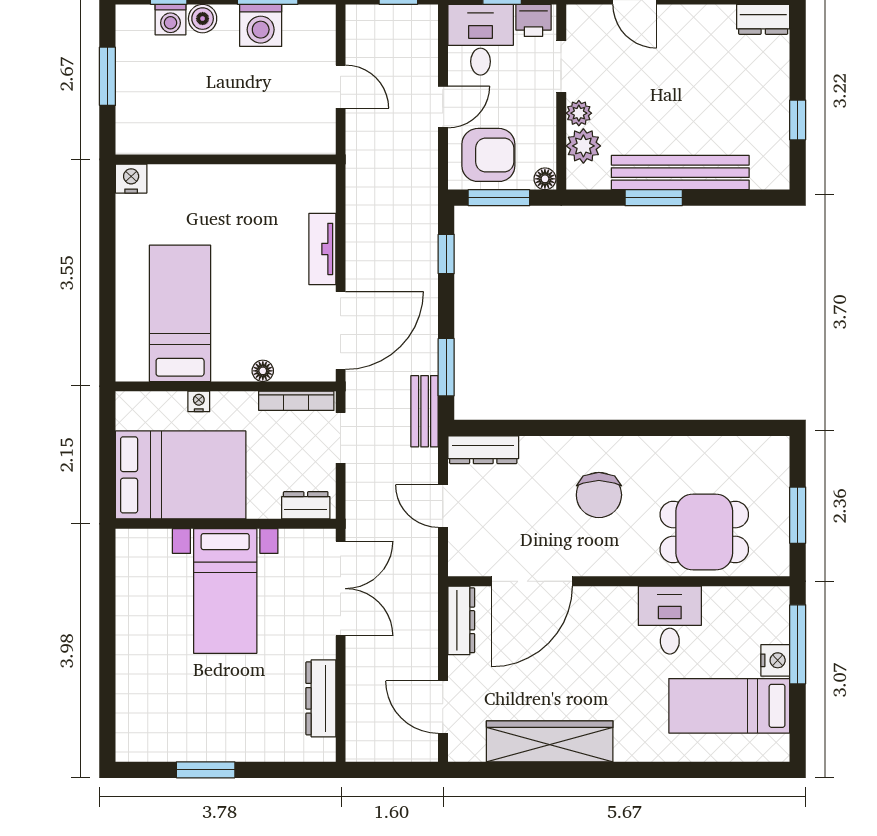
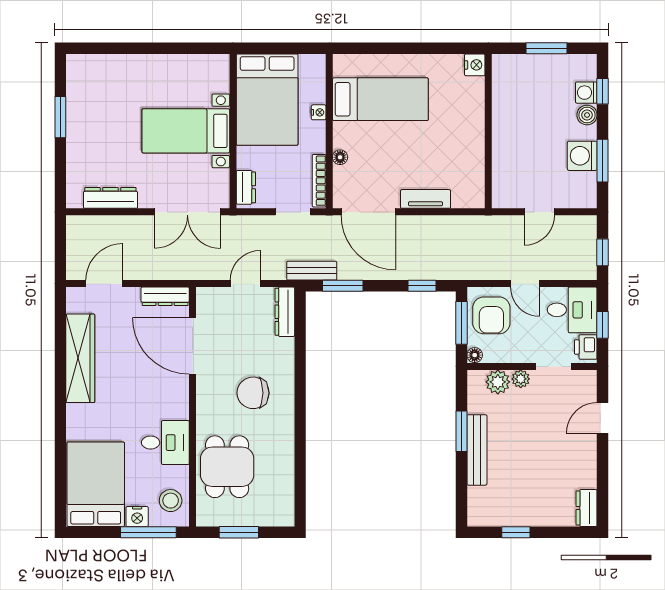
bench: (680, 173) -> (477, 450), width x0.73, depth x0.82
stool: (753, 613) -> (171, 501), added
bed: (729, 706) -> (96, 484), width x1.50

